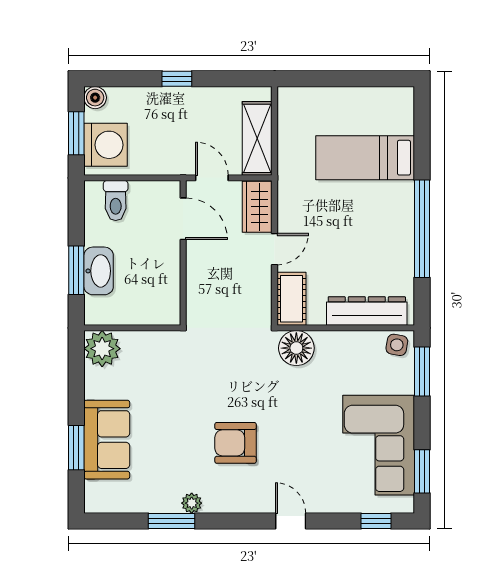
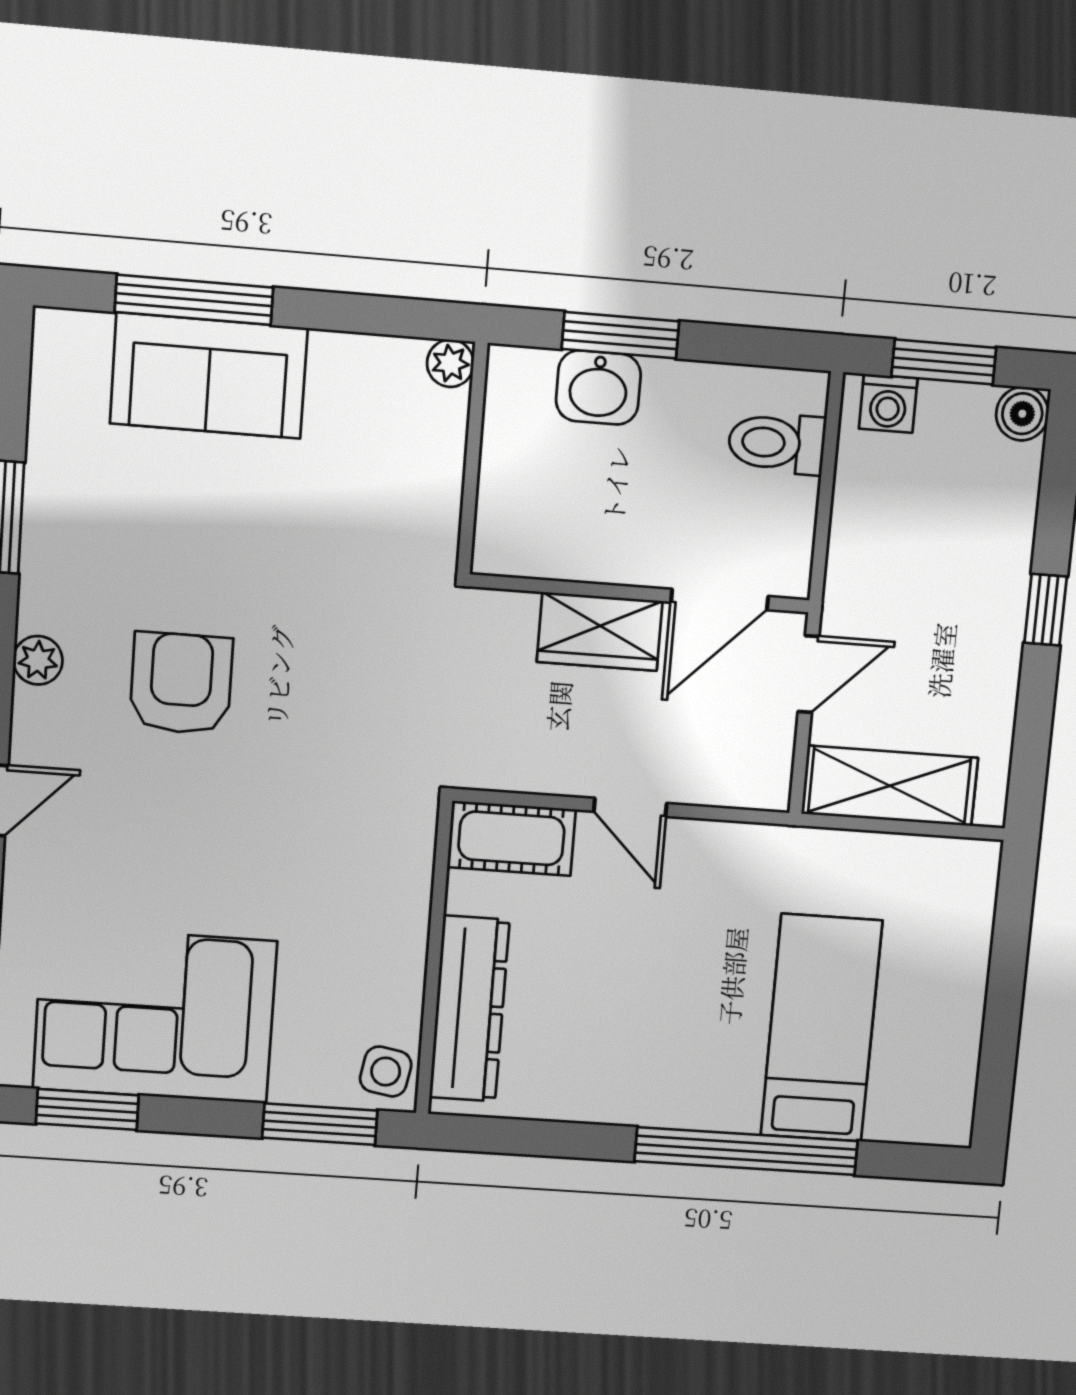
washing machine: (106, 145) -> (888, 403), width x0.53, depth x0.53
wardrobe: (257, 207) -> (600, 632), moved, turned 180
window: (422, 229) -> (746, 1151), moved
washbasin: (99, 271) -> (598, 387), width x0.72
floor lamp: (296, 348) -> (395, 842), removed
plant: (102, 349) -> (450, 363), width x0.53, depth x0.53
window: (76, 448) -> (194, 300), width x1.44
plant: (192, 503) -> (38, 660), moved

